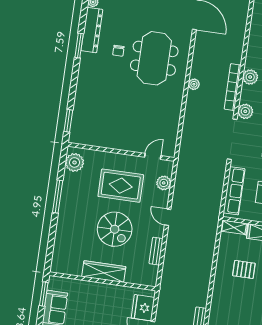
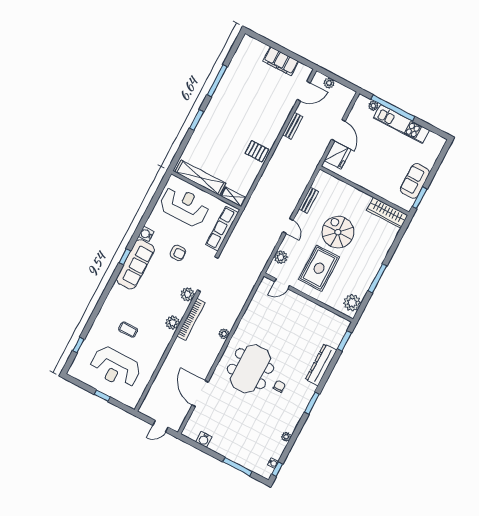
dresser: (92, 30) -> (321, 365), moved
rug: (121, 186) -> (319, 268), turned 90
pallet: (244, 269) -> (257, 151), moved
wardrobe: (104, 272) -> (387, 213), moved

